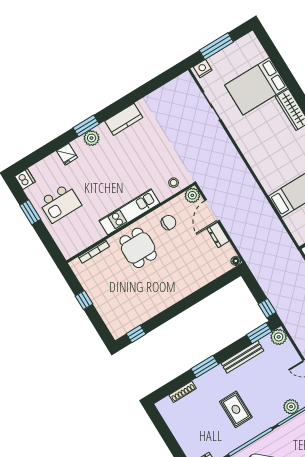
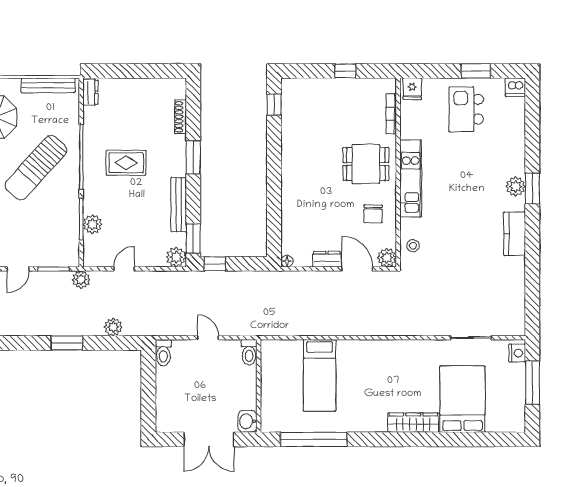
fridge: (67, 154) -> (412, 89), moved, turned -90

